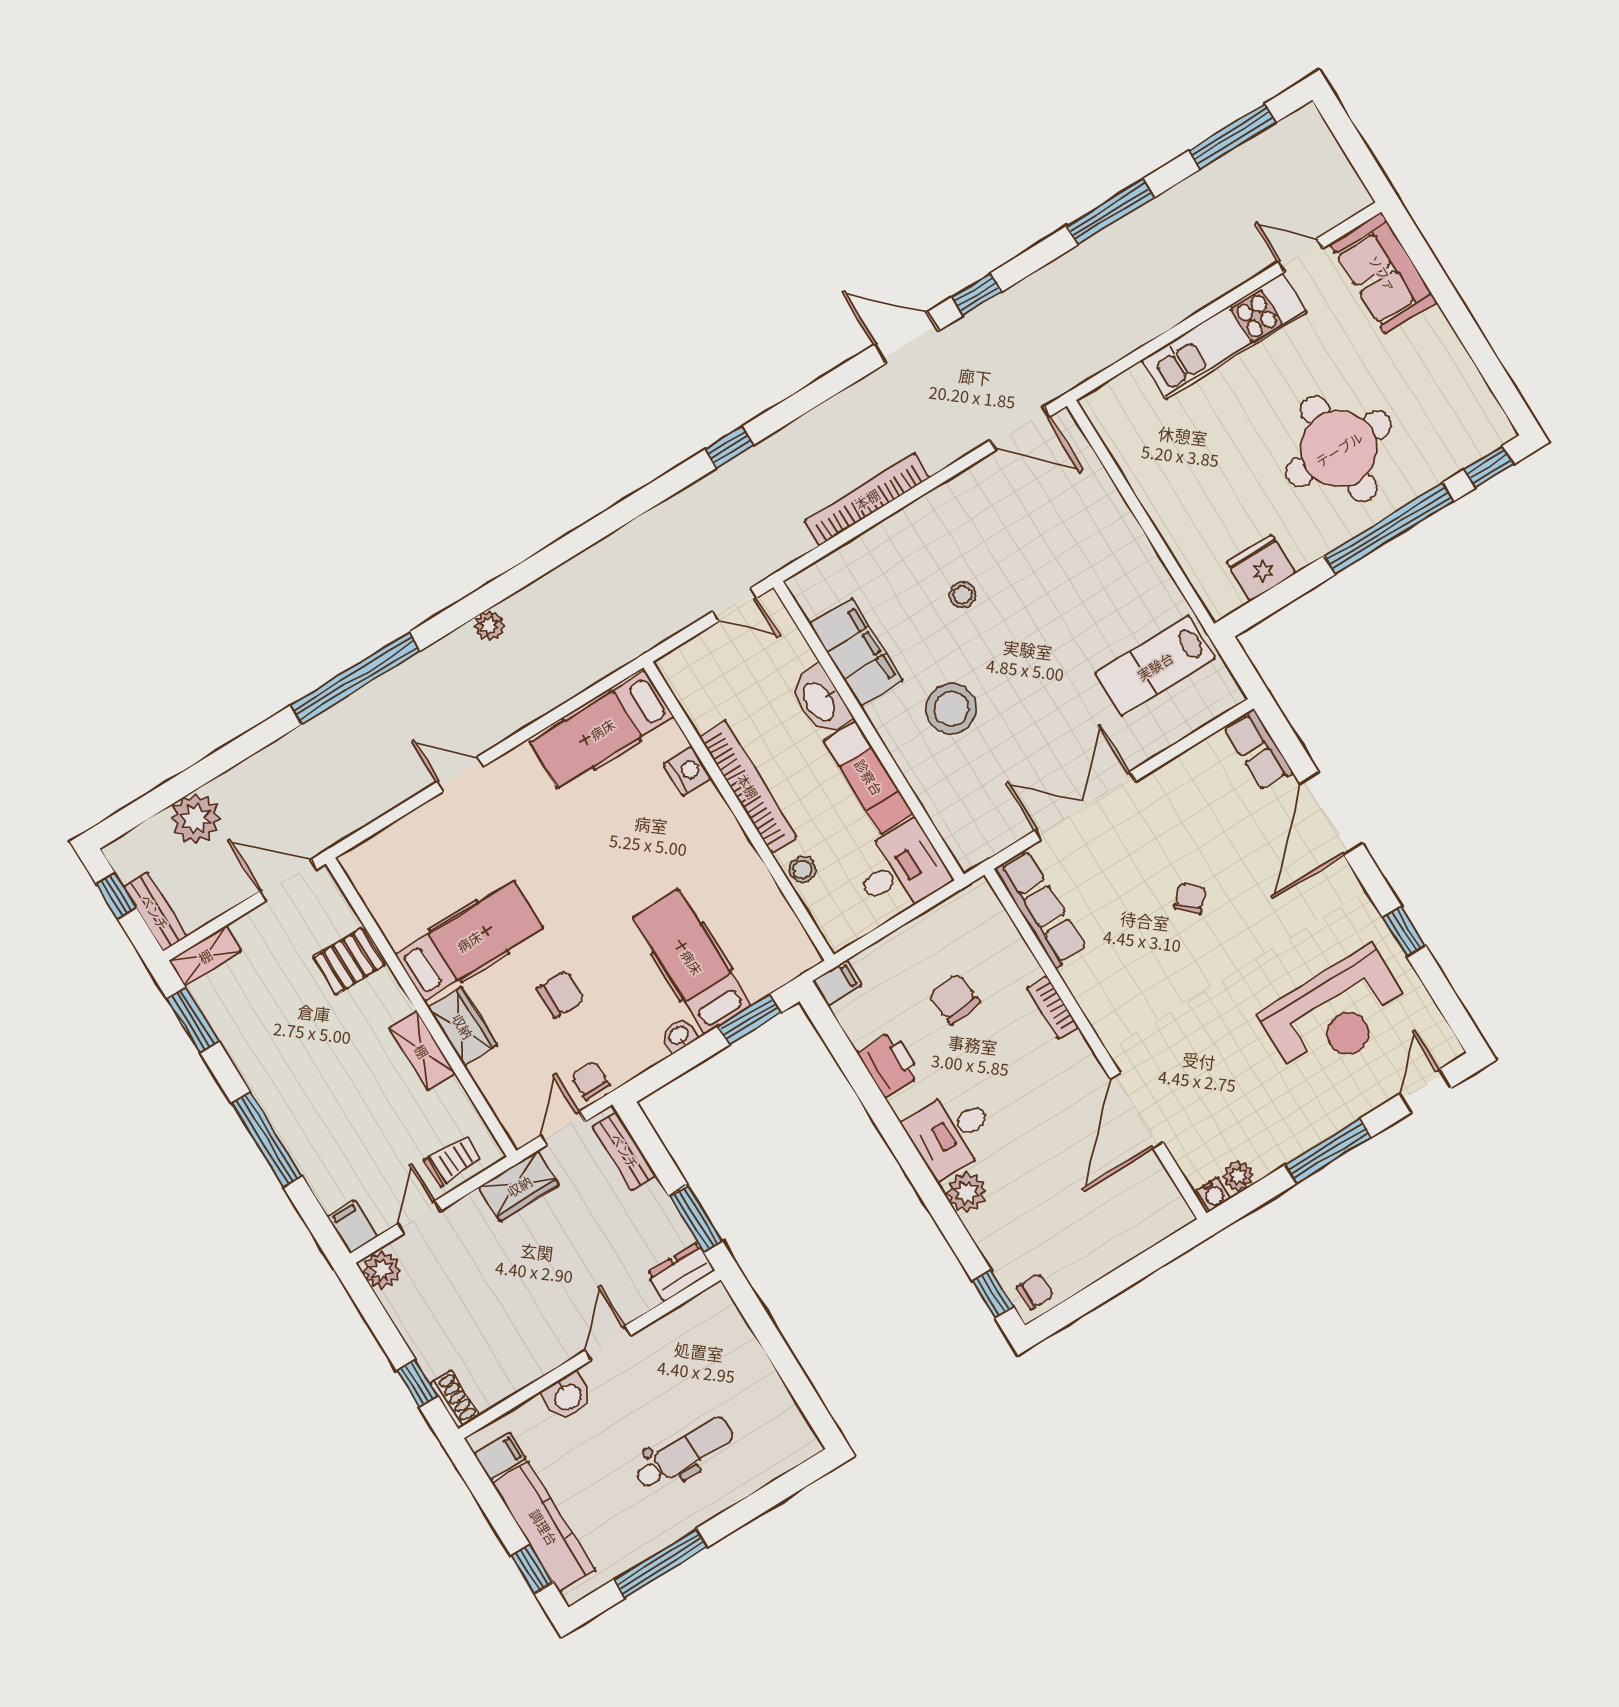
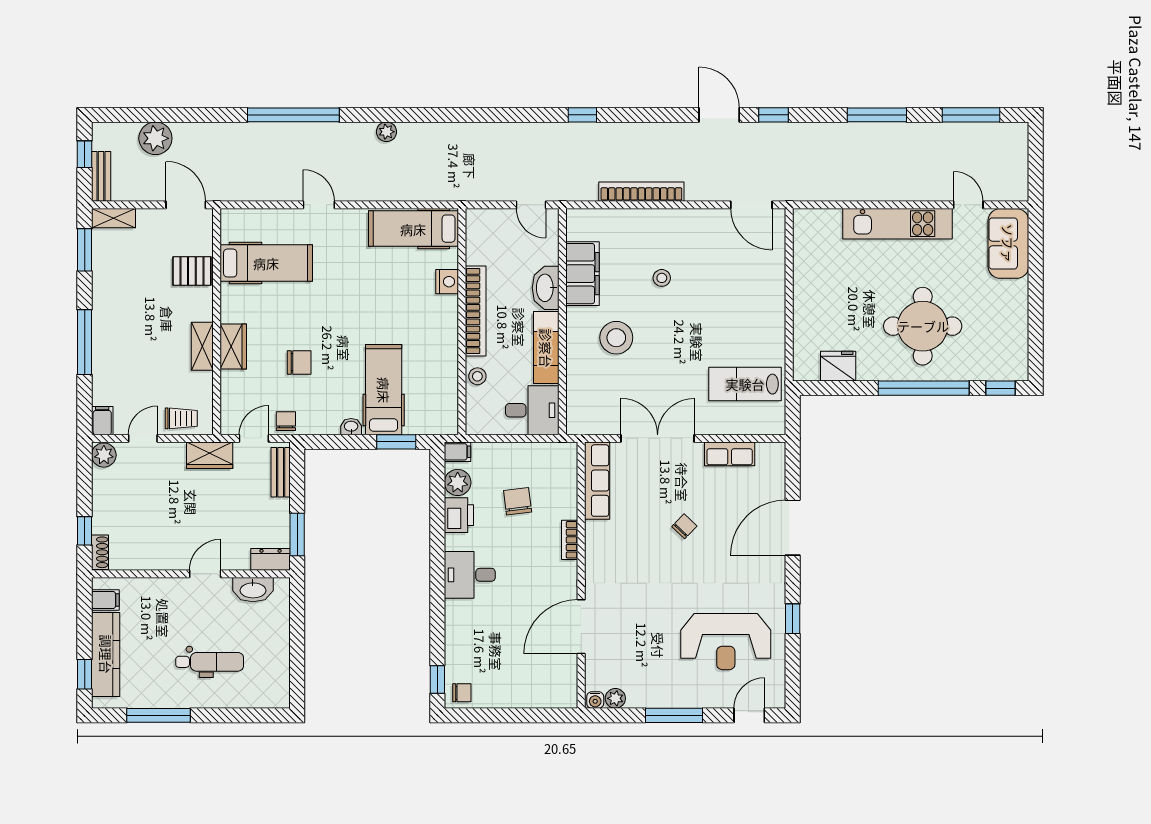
row of seats: (1258, 750) -> (730, 454), moved, turned -90
hospital bed: (469, 941) -> (266, 263), moved
plant: (966, 1192) -> (458, 482), moved
washbasin: (567, 1396) -> (253, 590), moved, width x1.38

